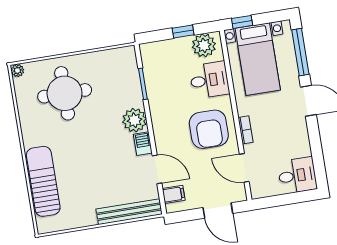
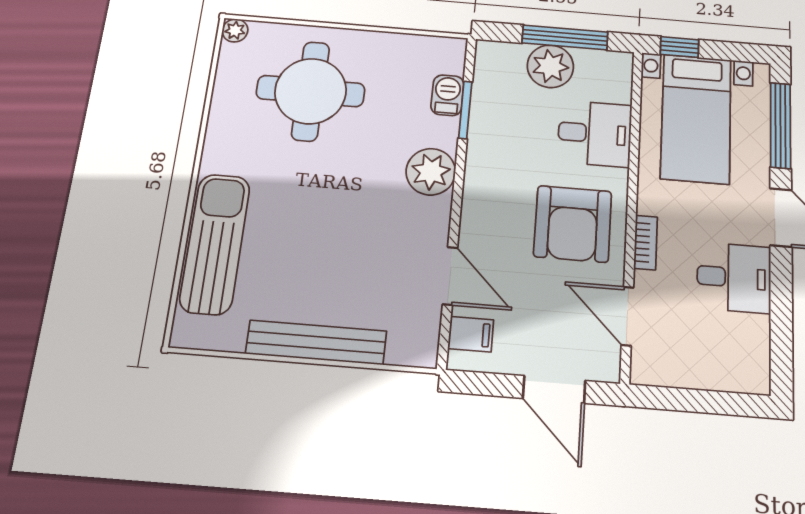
window: (183, 32) -> (565, 38), width x2.17
plant: (204, 45) -> (550, 66), moved
barbecue: (143, 144) -> (447, 95), moved
desk: (297, 175) -> (734, 278), moved
bench: (129, 212) -> (316, 342), moved

